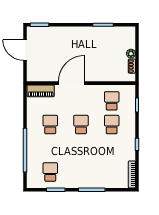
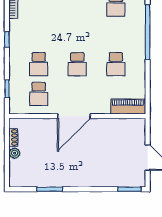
door: (72, 83) -> (74, 116), moved

